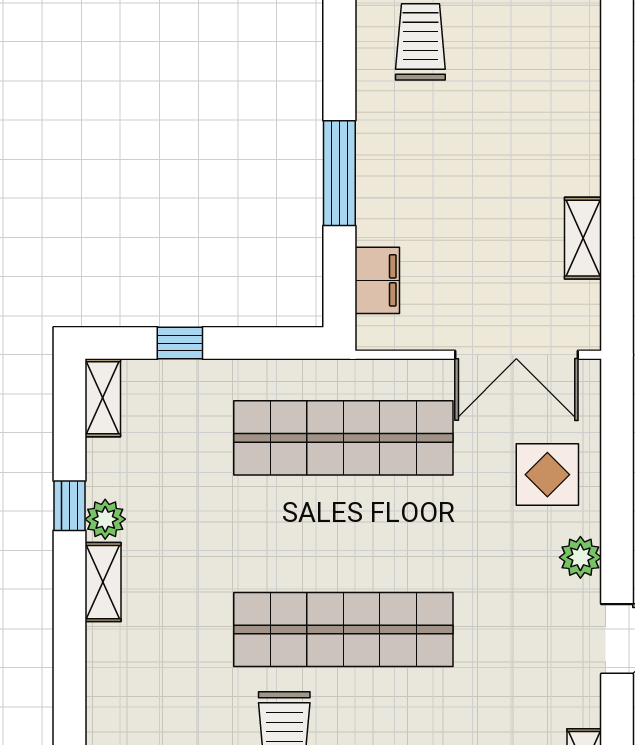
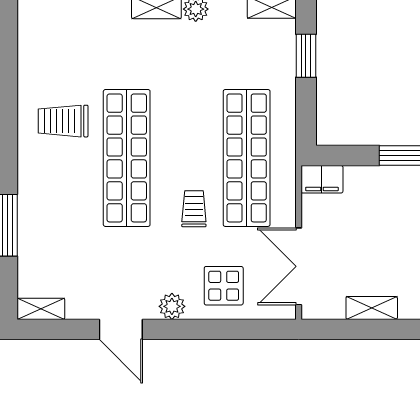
filing cabinet: (377, 280) -> (322, 179), moved
window: (180, 343) -> (306, 56), width x1.50
trolley: (424, 522) -> (194, 209), added

